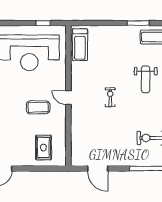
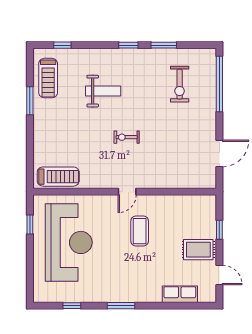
rug: (43, 147) -> (198, 250), moved
window: (39, 169) -> (219, 230), added

